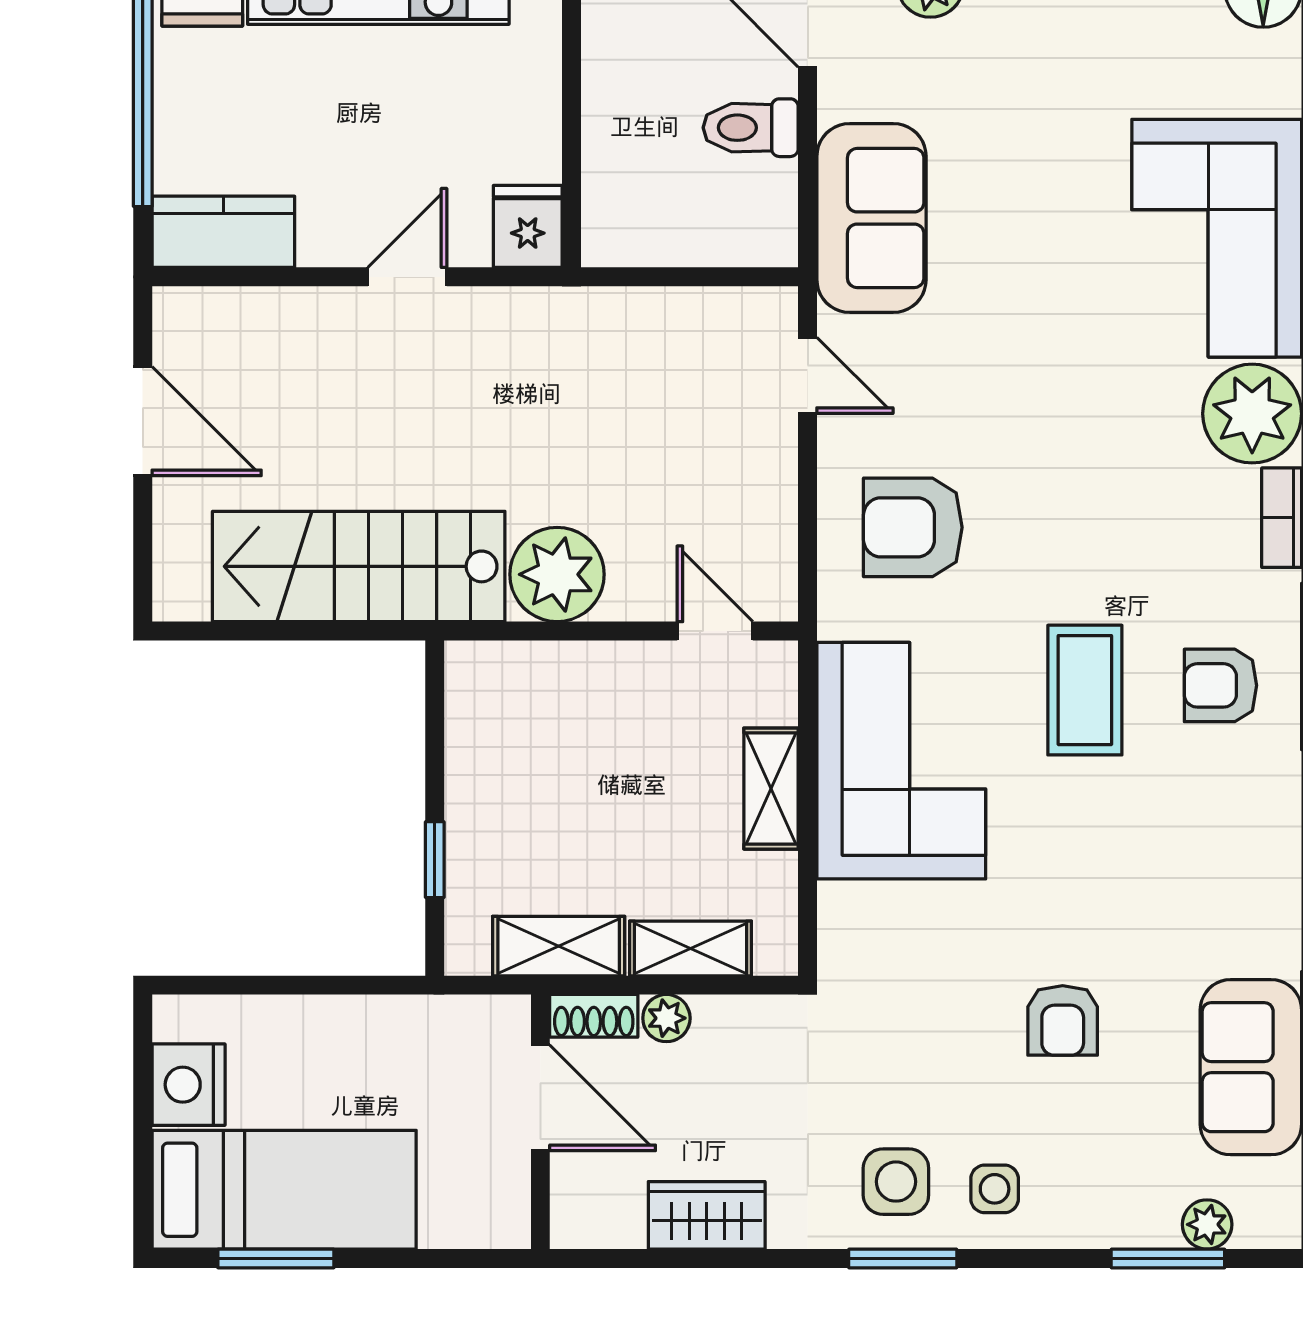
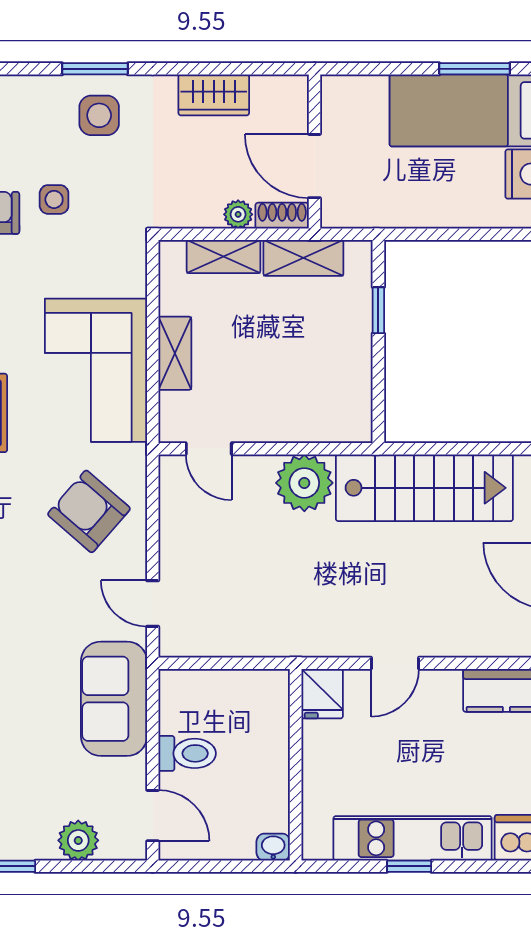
armchair: (913, 527) -> (89, 511), turned -139
side table: (995, 1189) -> (54, 199), moved

